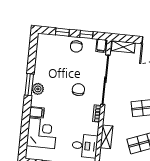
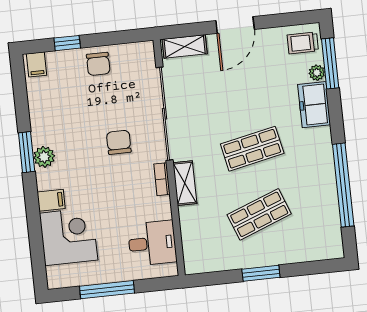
window: (86, 35) -> (112, 38), removed
filing cabinet: (101, 46) -> (37, 64), moved
shelving: (106, 137) -> (185, 183), moved

